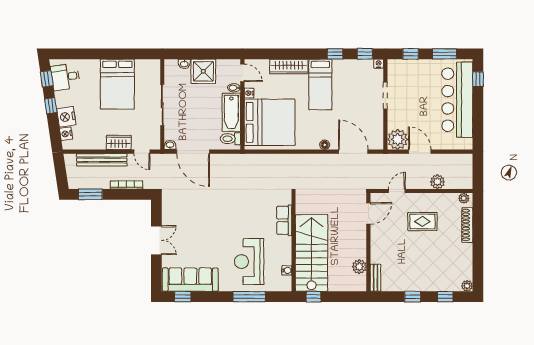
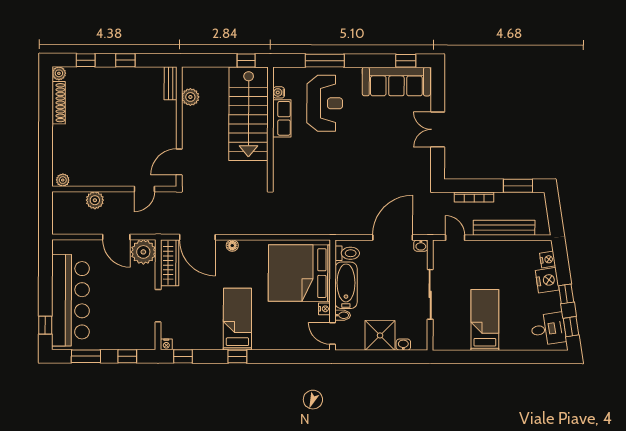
window: (335, 54) -> (237, 356), moved
wardrobe: (289, 66) -> (170, 263), moved, turned 90
bed: (117, 84) -> (485, 320), width x0.67
wardrobe: (119, 142) -> (483, 249), removed
door: (193, 152) -> (393, 238), hinge flipped
row of seats: (284, 220) -> (282, 118), moved
rug: (422, 221) -> (113, 152), removed
shoe rack: (467, 225) -> (59, 103), moved

